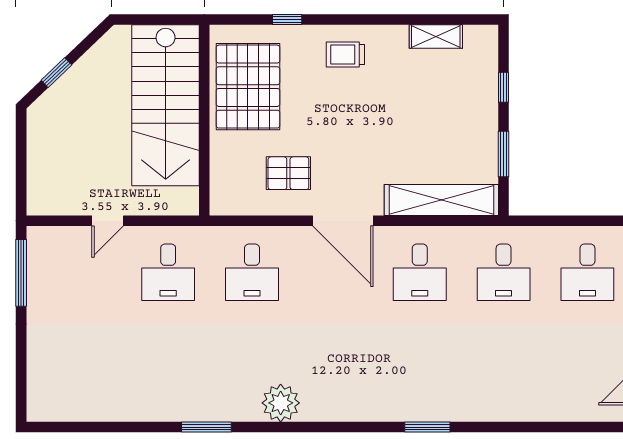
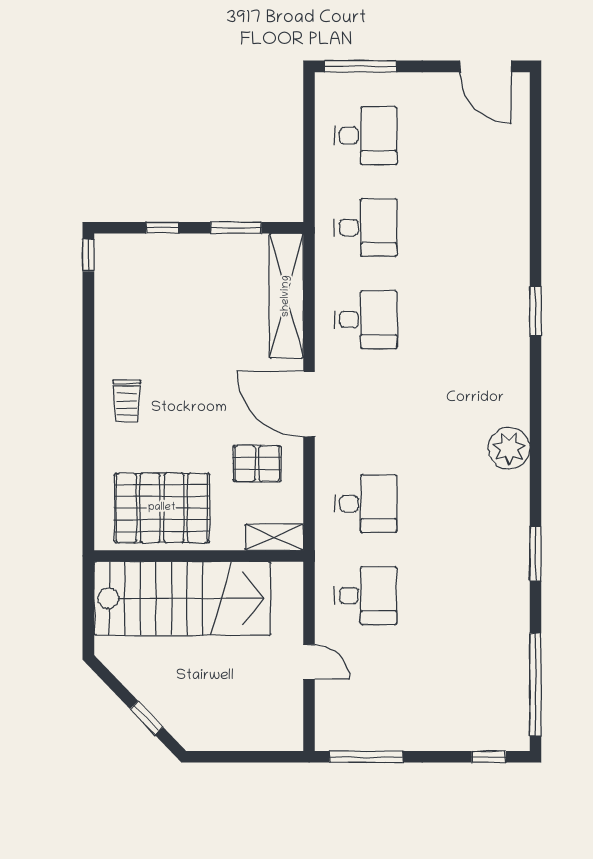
window: (287, 19) -> (88, 255), moved
shelving: (436, 37) -> (274, 537), moved, turned 90
pallet: (288, 173) -> (257, 464), turned 90
door: (343, 221) -> (309, 404), swing flipped
window: (21, 385) -> (489, 757), added
plant: (281, 403) -> (509, 448), moved
window: (87, 427) -> (535, 685), added

